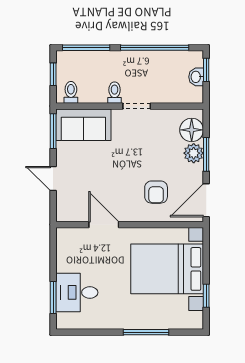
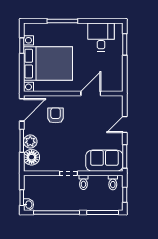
washbasin: (196, 77) -> (28, 205), moved
door: (53, 178) -> (125, 124), swing flipped
door: (104, 225) -> (91, 93), swing flipped
desk: (77, 292) -> (101, 37), moved, turned -90

